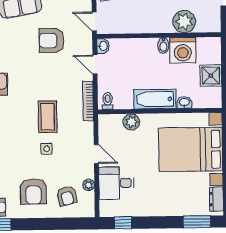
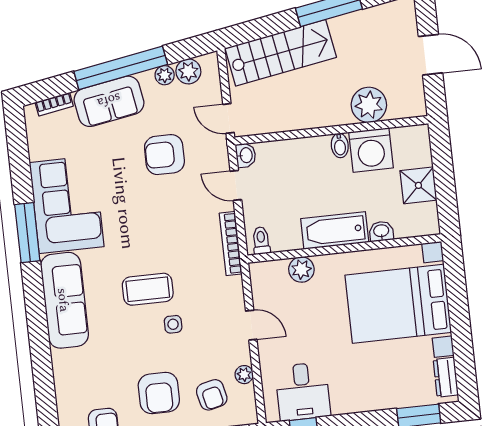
coffee table: (48, 117) -> (148, 289), moved, turned 90
desk: (116, 183) -> (303, 391), moved, turned -90

